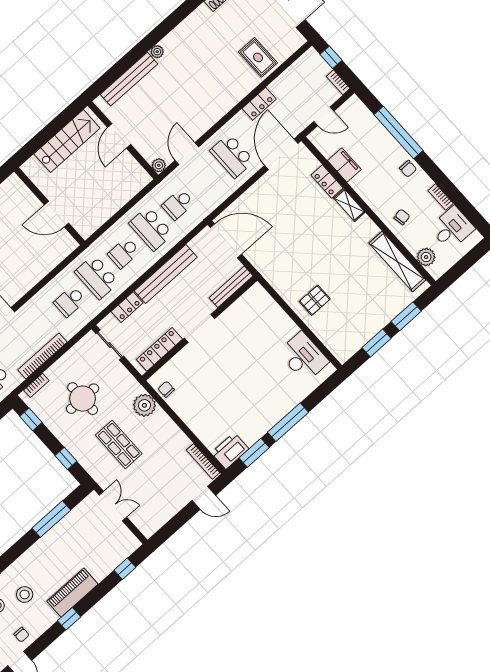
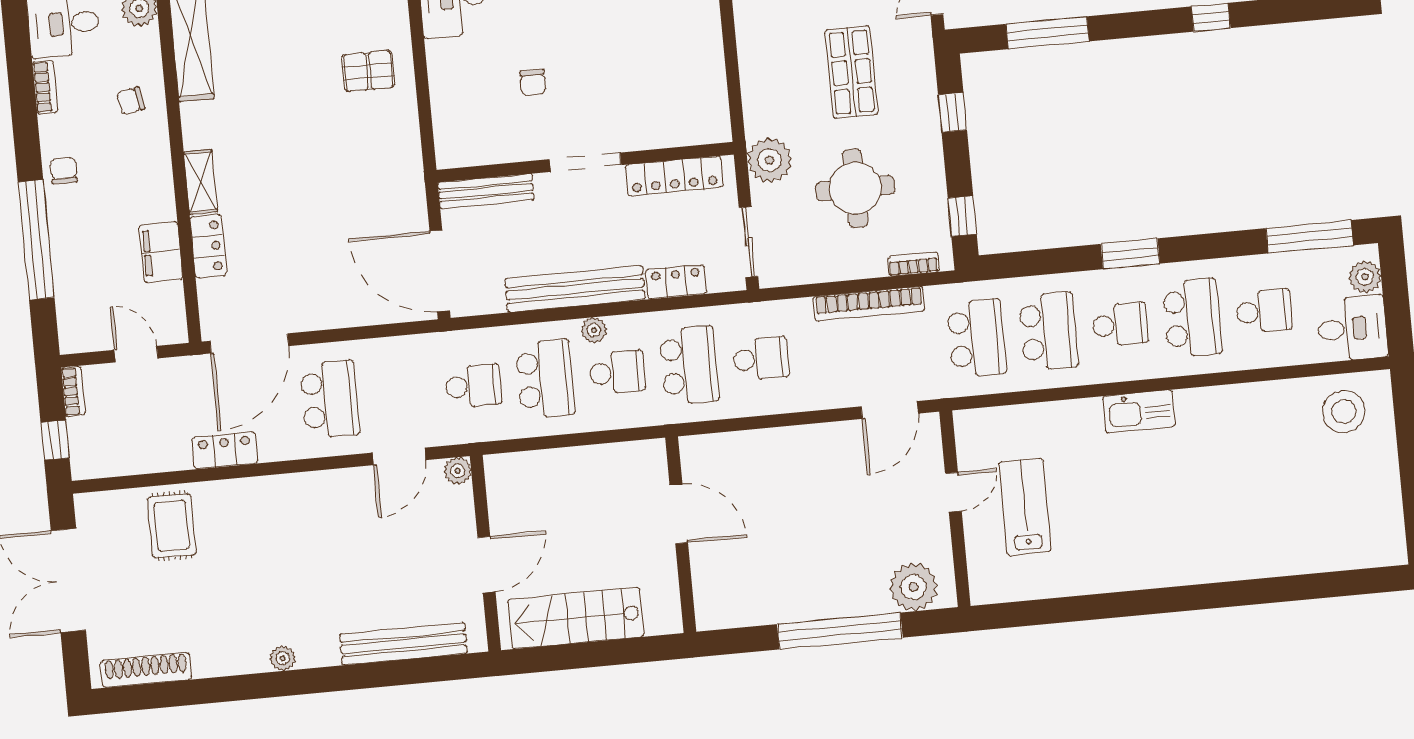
plant: (157, 52) -> (283, 658), moved
plant: (146, 263) -> (594, 330), added
chair: (166, 389) -> (533, 82), moved
plant: (144, 405) -> (770, 160), moved

